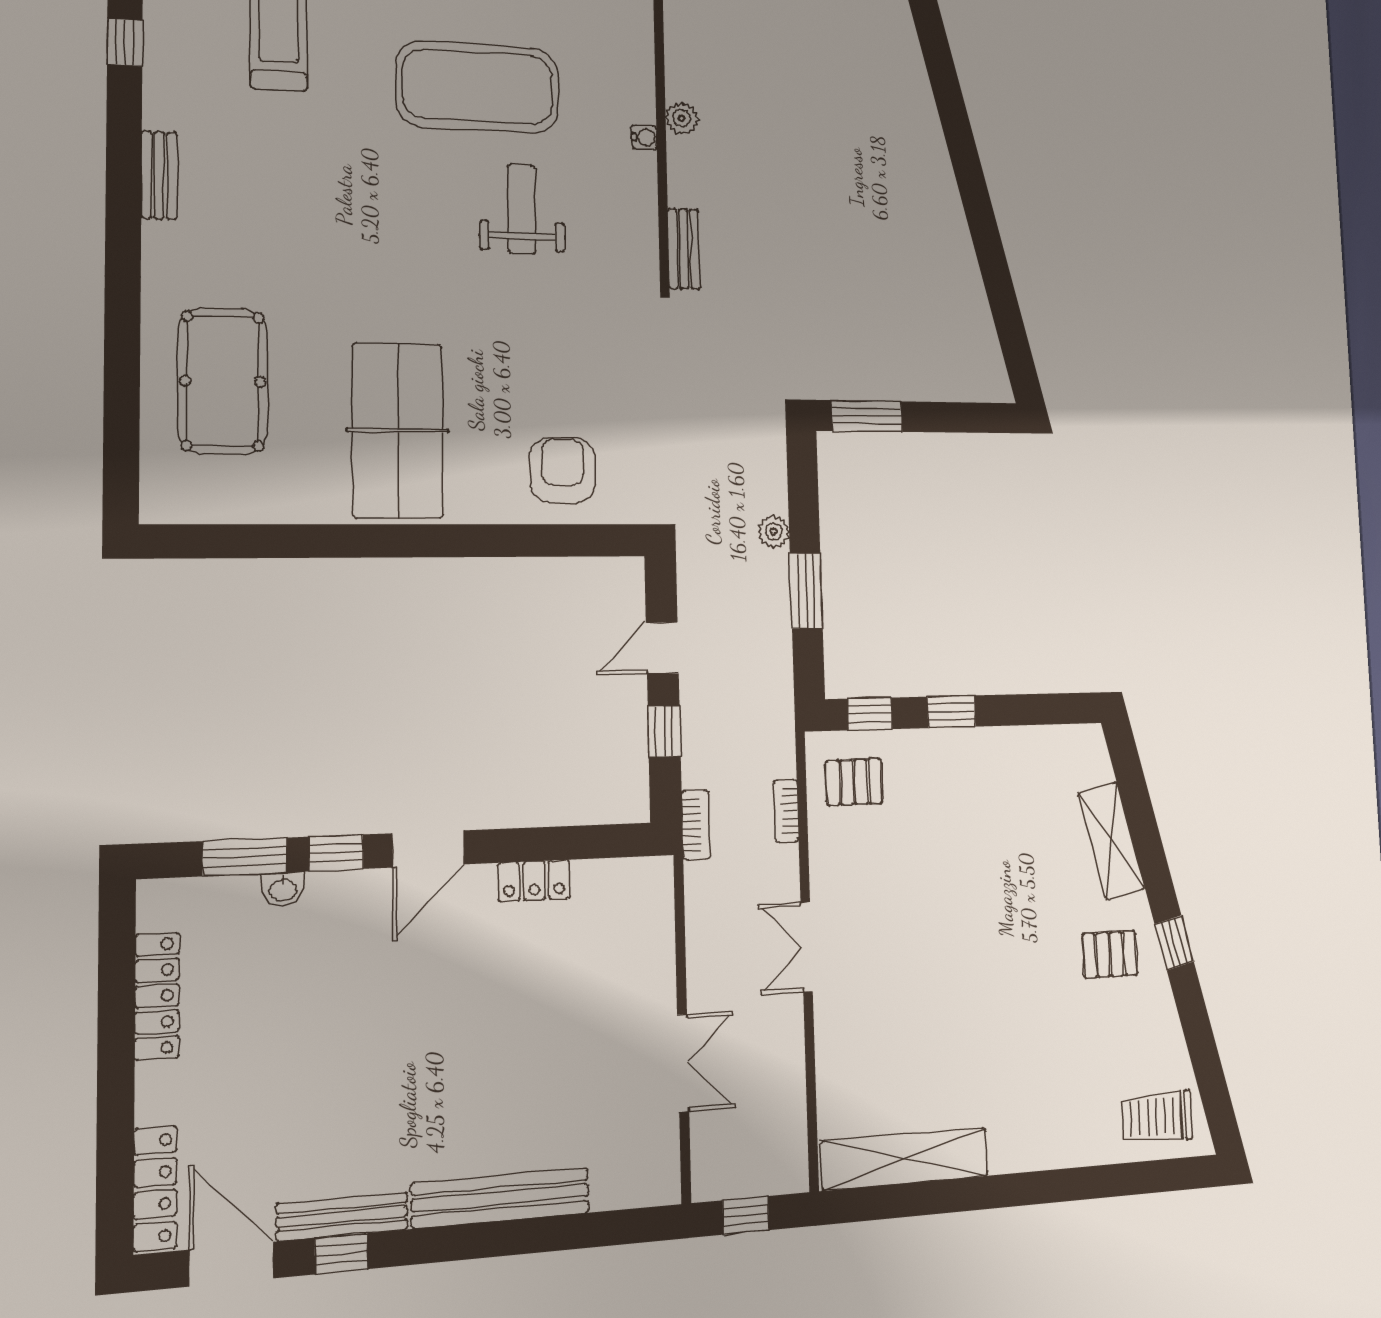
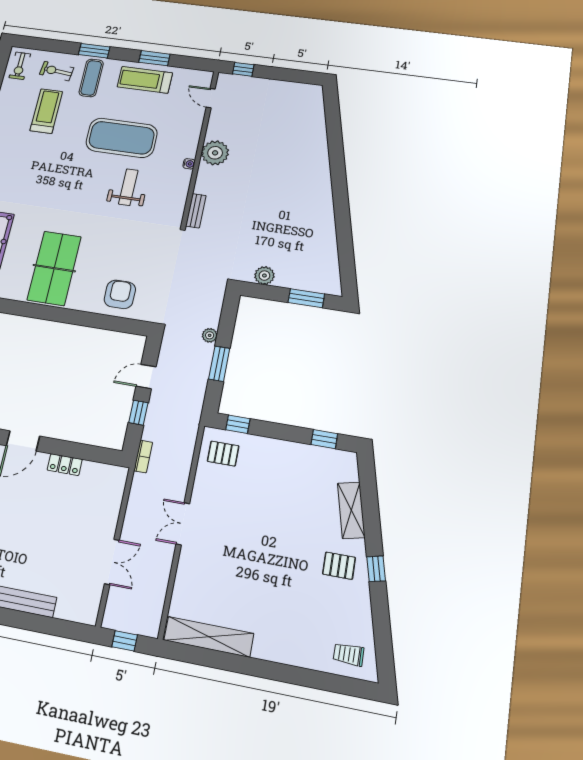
plant: (682, 118) -> (215, 153), width x1.88, depth x1.88
plant: (856, 380) -> (264, 276), added
window: (867, 416) -> (306, 298), moved
window: (951, 712) -> (324, 439), moved
bookcase: (786, 811) -> (187, 460), removed
trolley: (1157, 1117) -> (349, 654), width x0.73, depth x0.72

